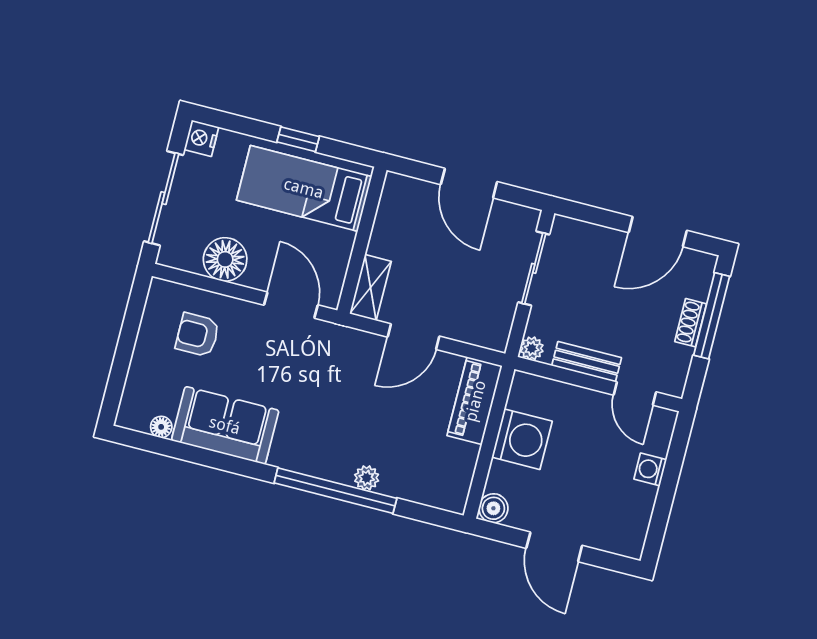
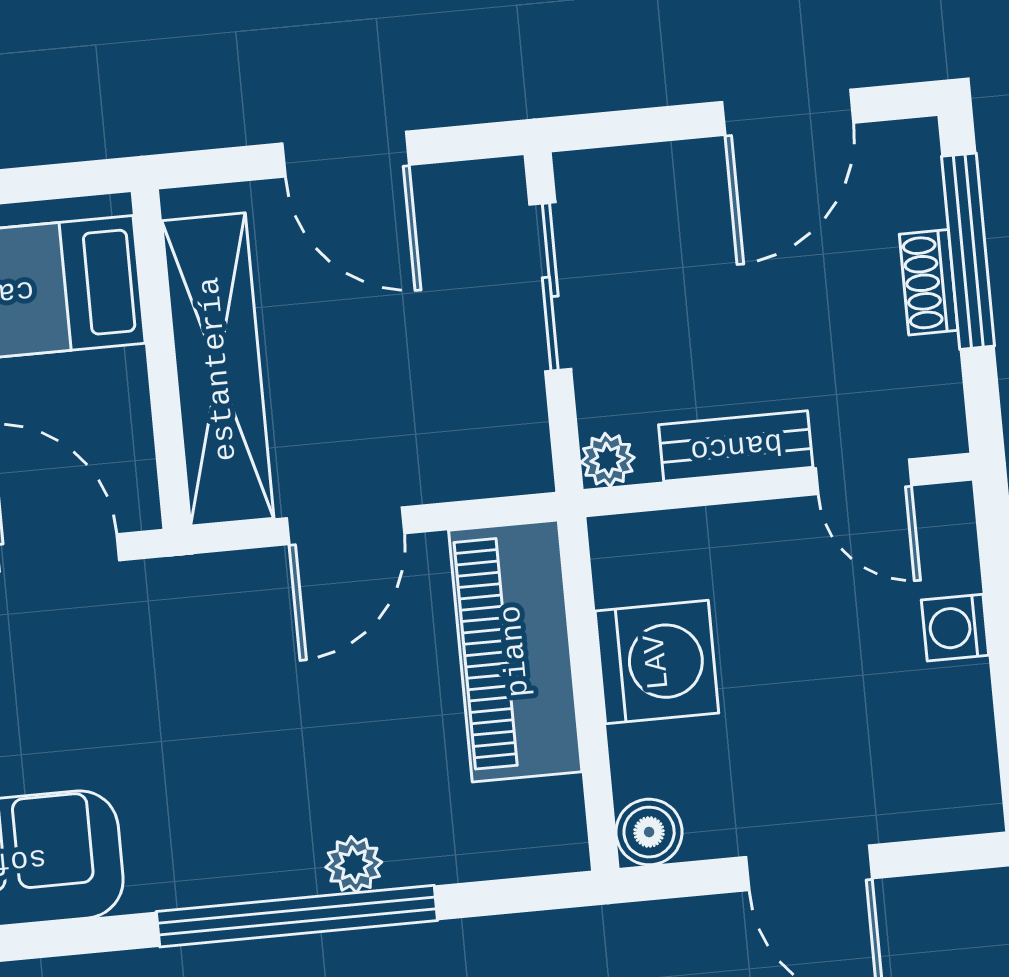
shelving: (370, 288) -> (218, 369), width x2.20, depth x1.33
piano: (475, 401) -> (515, 651), width x1.37, depth x1.33

